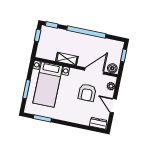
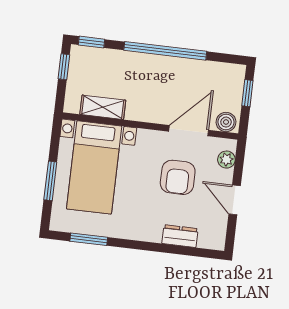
shelving: (67, 59) -> (103, 107), moved
dresser: (98, 123) -> (180, 236), moved

